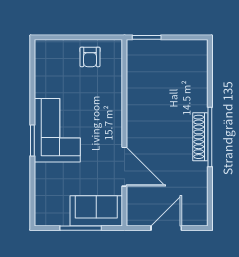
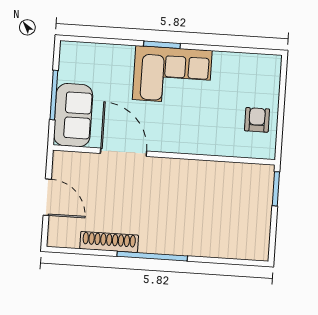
armchair: (90, 57) -> (257, 120), turned 90
shoe rack: (200, 137) -> (109, 242), moved
door: (124, 167) -> (124, 152), swing flipped

